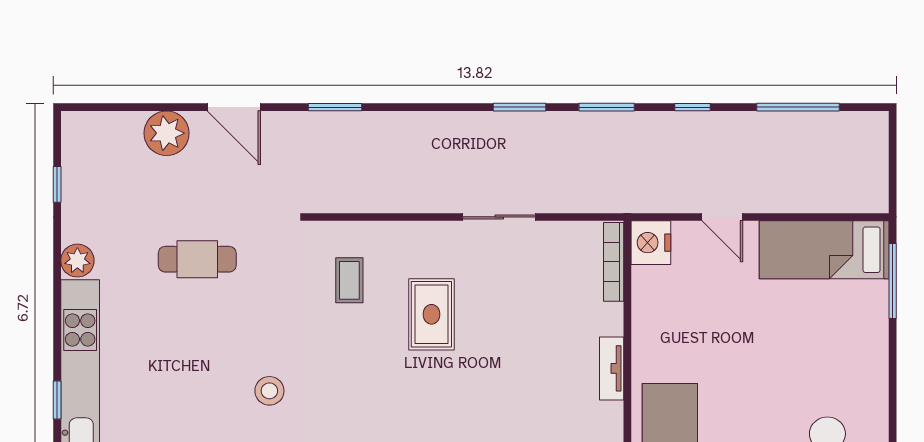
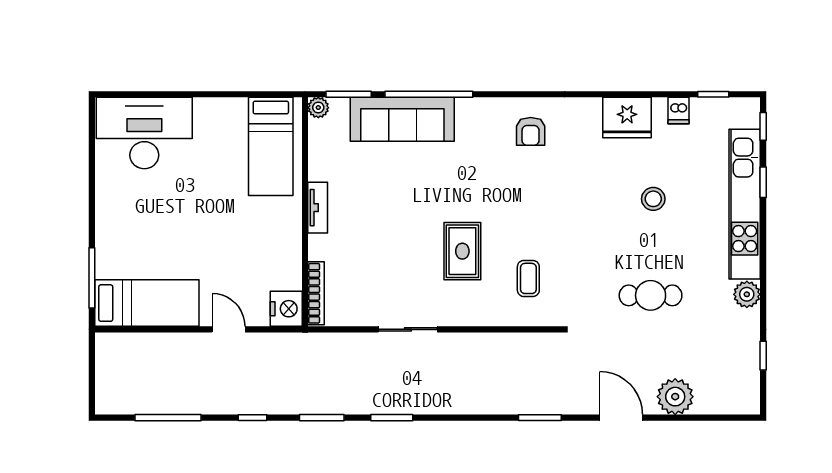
stool: (269, 391) -> (653, 199), moved

